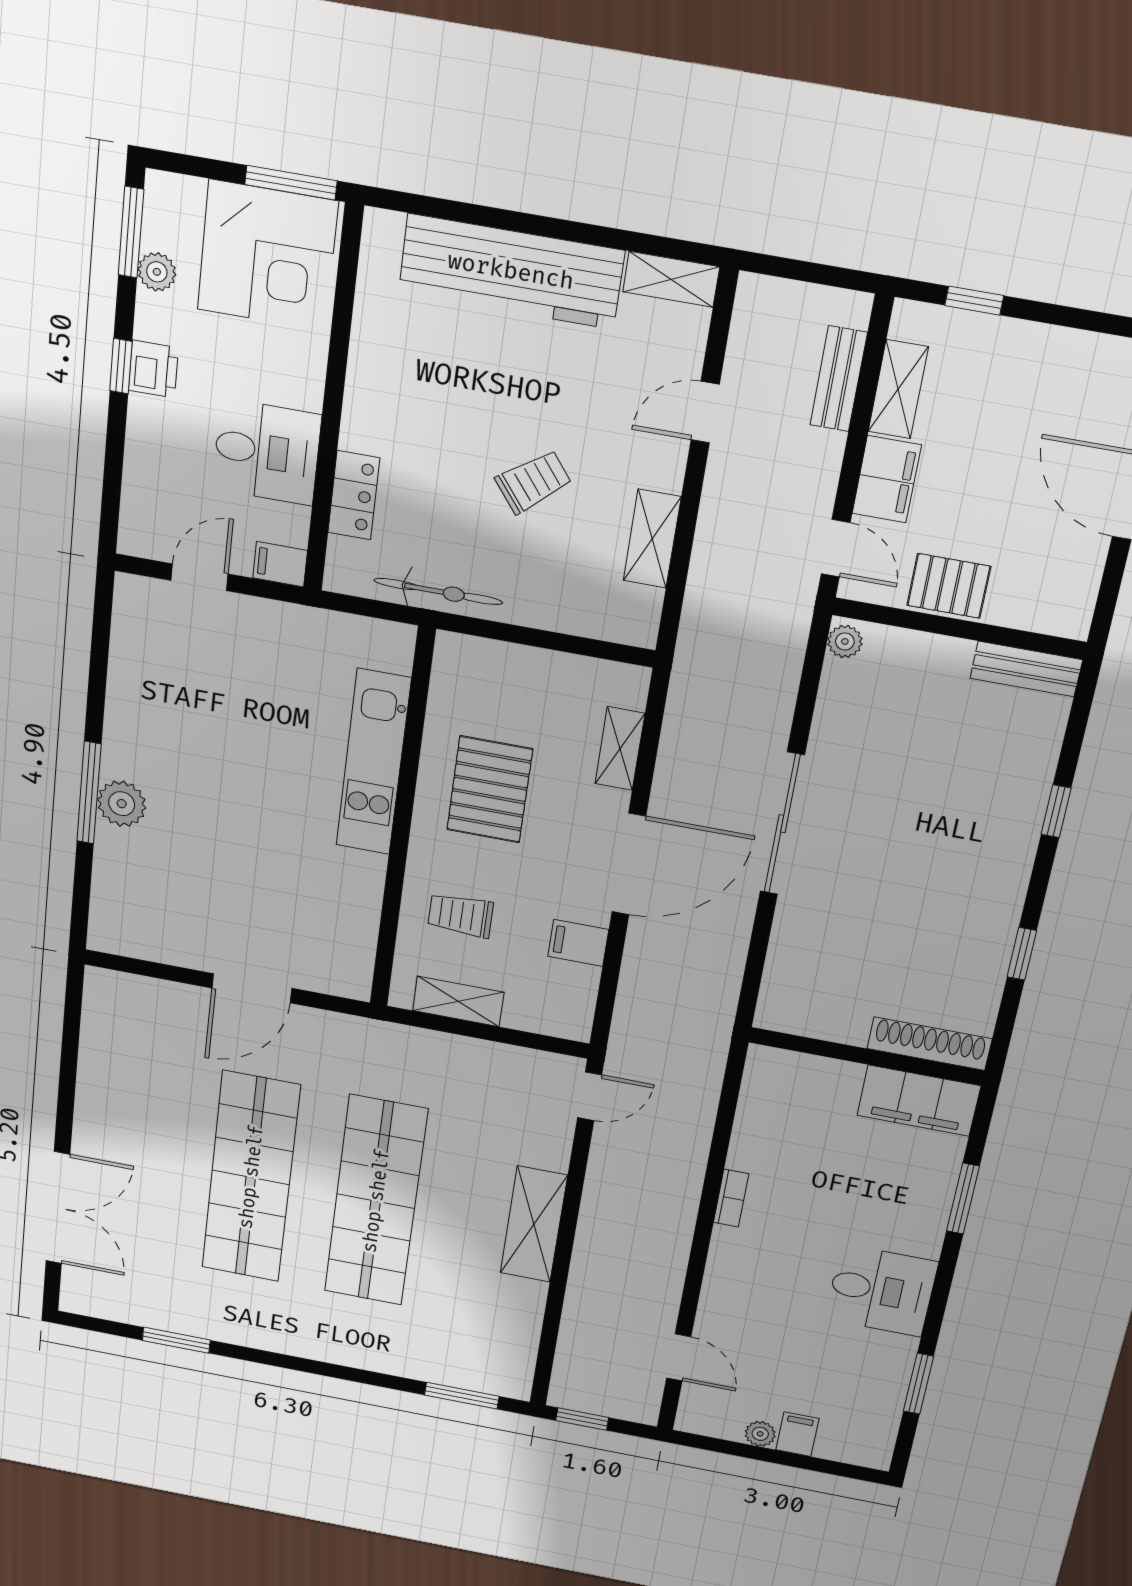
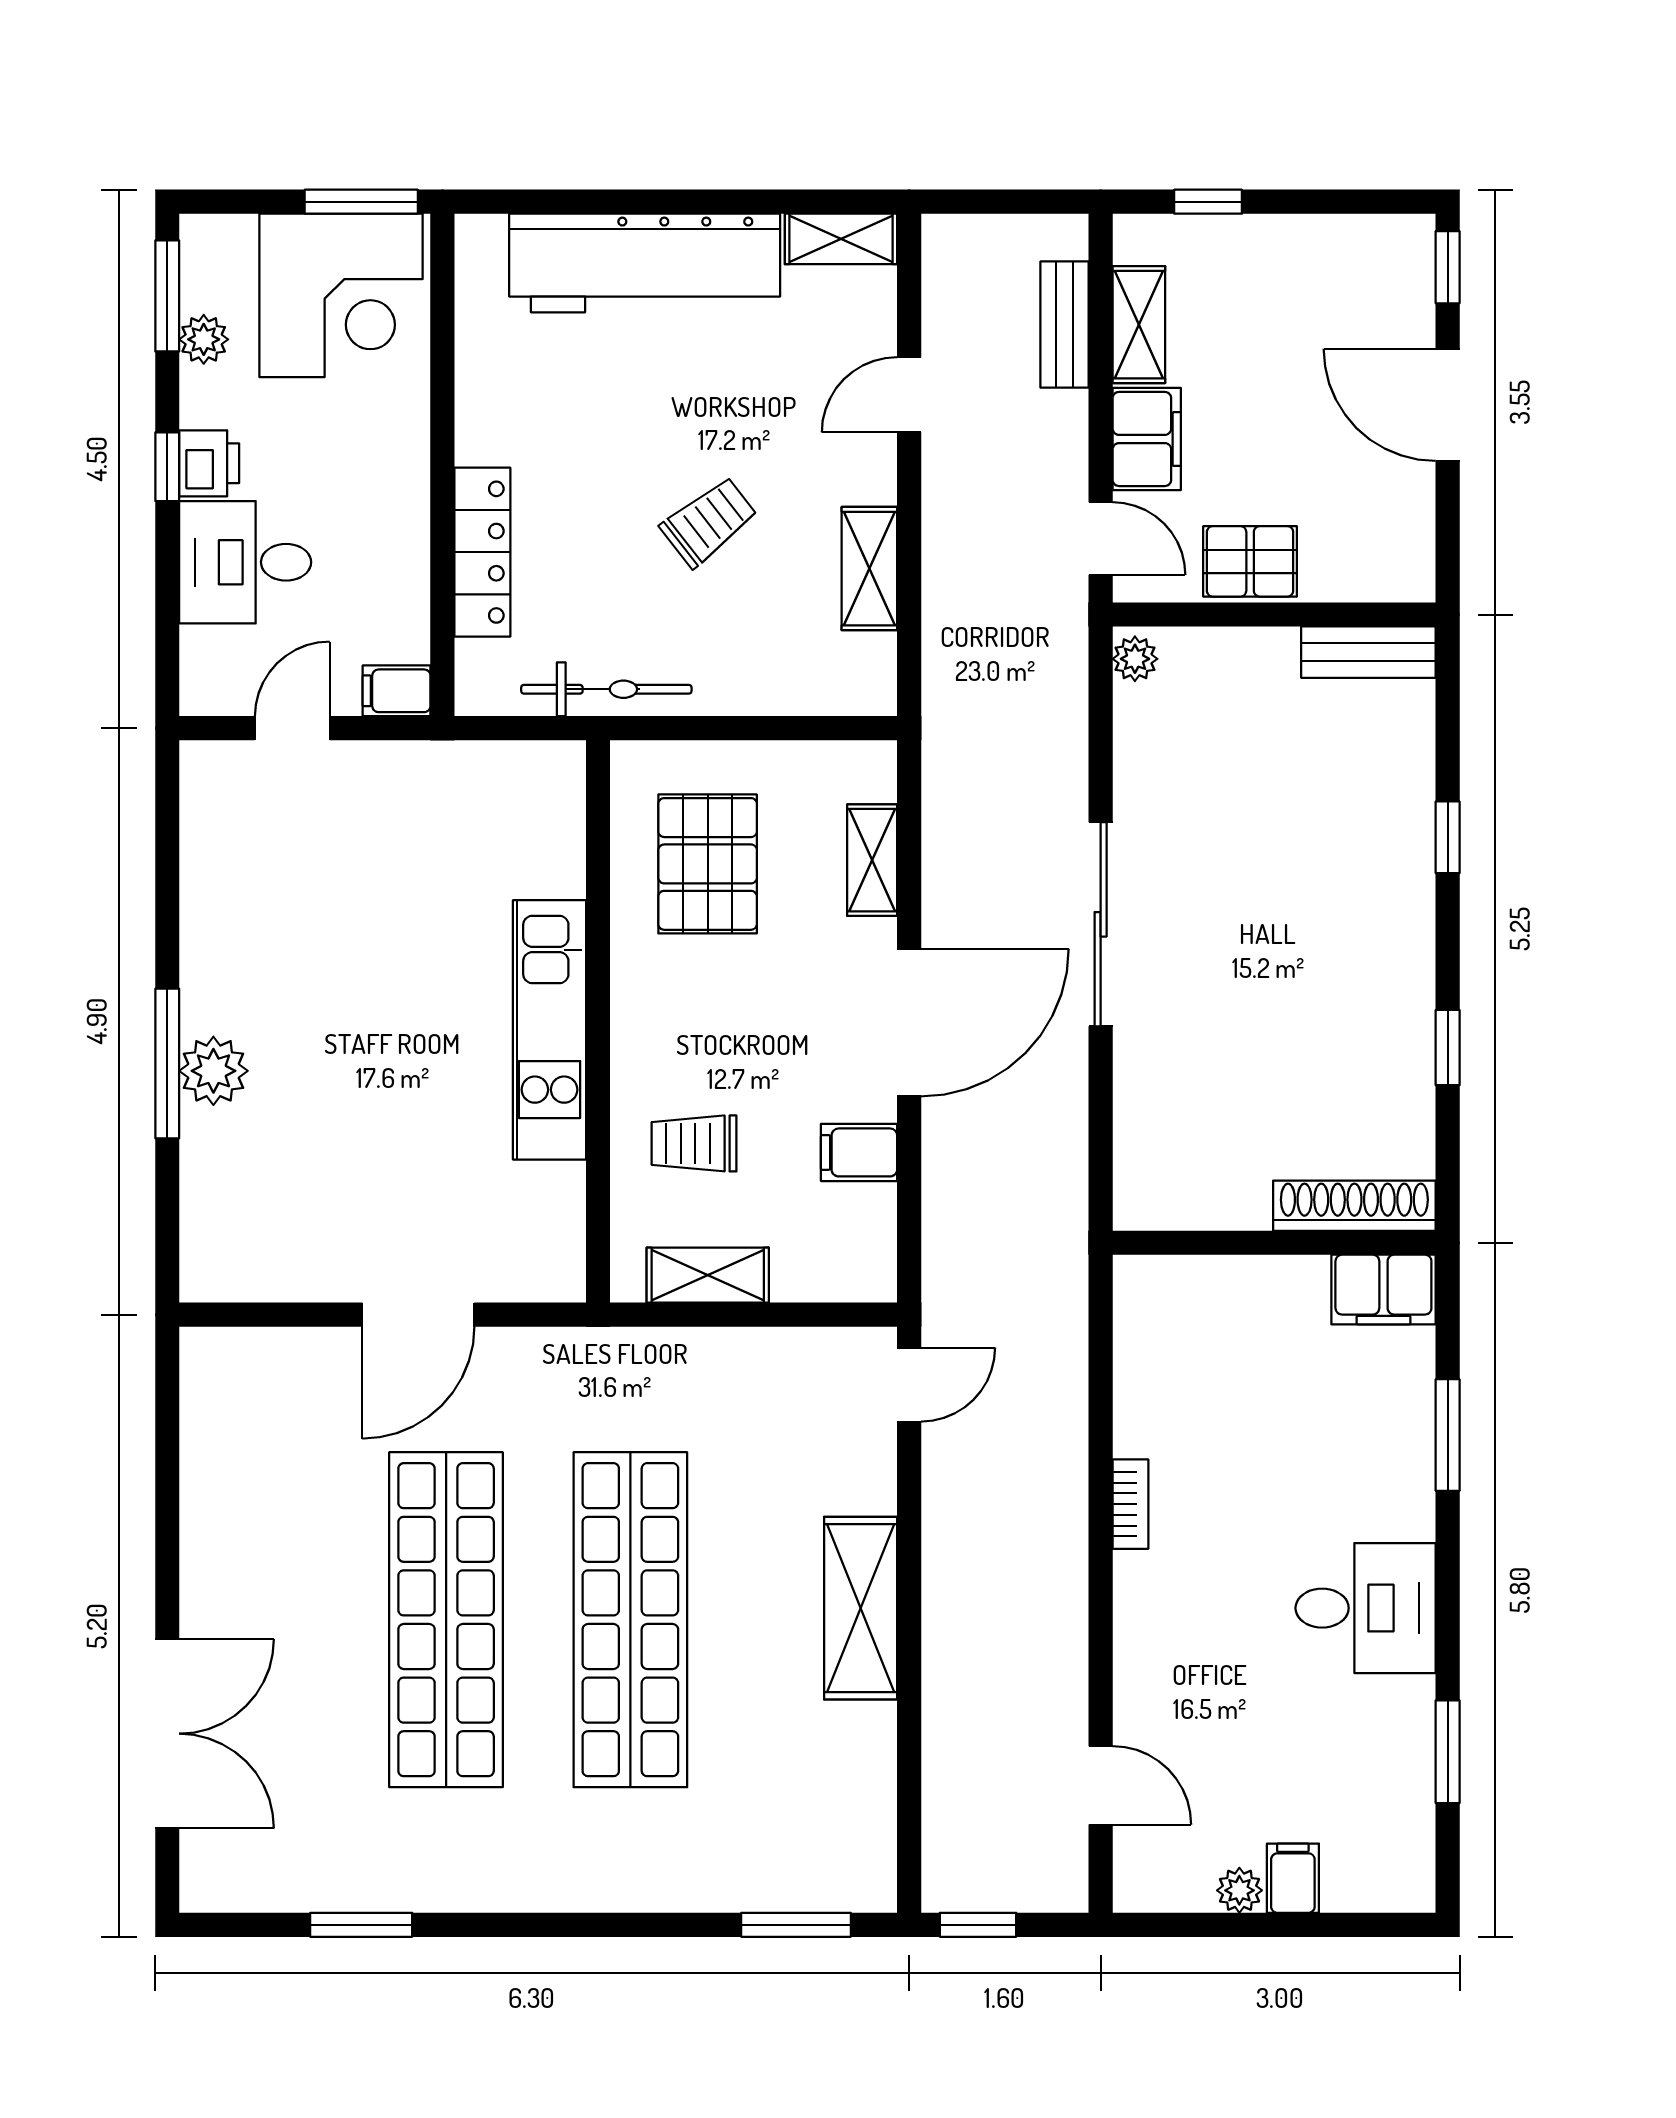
desk: (267, 452) -> (245, 562), moved, turned 180
locker: (354, 495) -> (482, 552), width x1.53
kitchen unit: (373, 762) -> (549, 1030), moved
pallet: (490, 789) -> (708, 864), moved
filing cabinet: (919, 1101) -> (1383, 1289), width x0.67, depth x0.86

